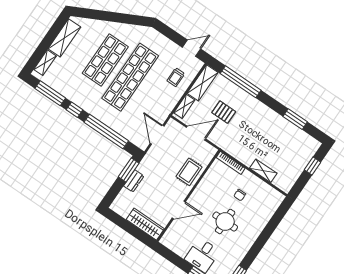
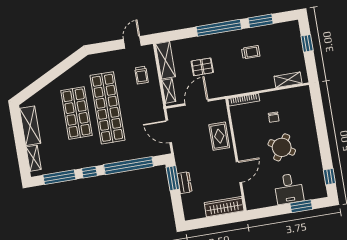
window: (241, 82) -> (219, 28), moved
trolley: (267, 134) -> (251, 52), added
shelving: (263, 171) -> (288, 80), moved
round table: (225, 222) -> (282, 147), turned 32

